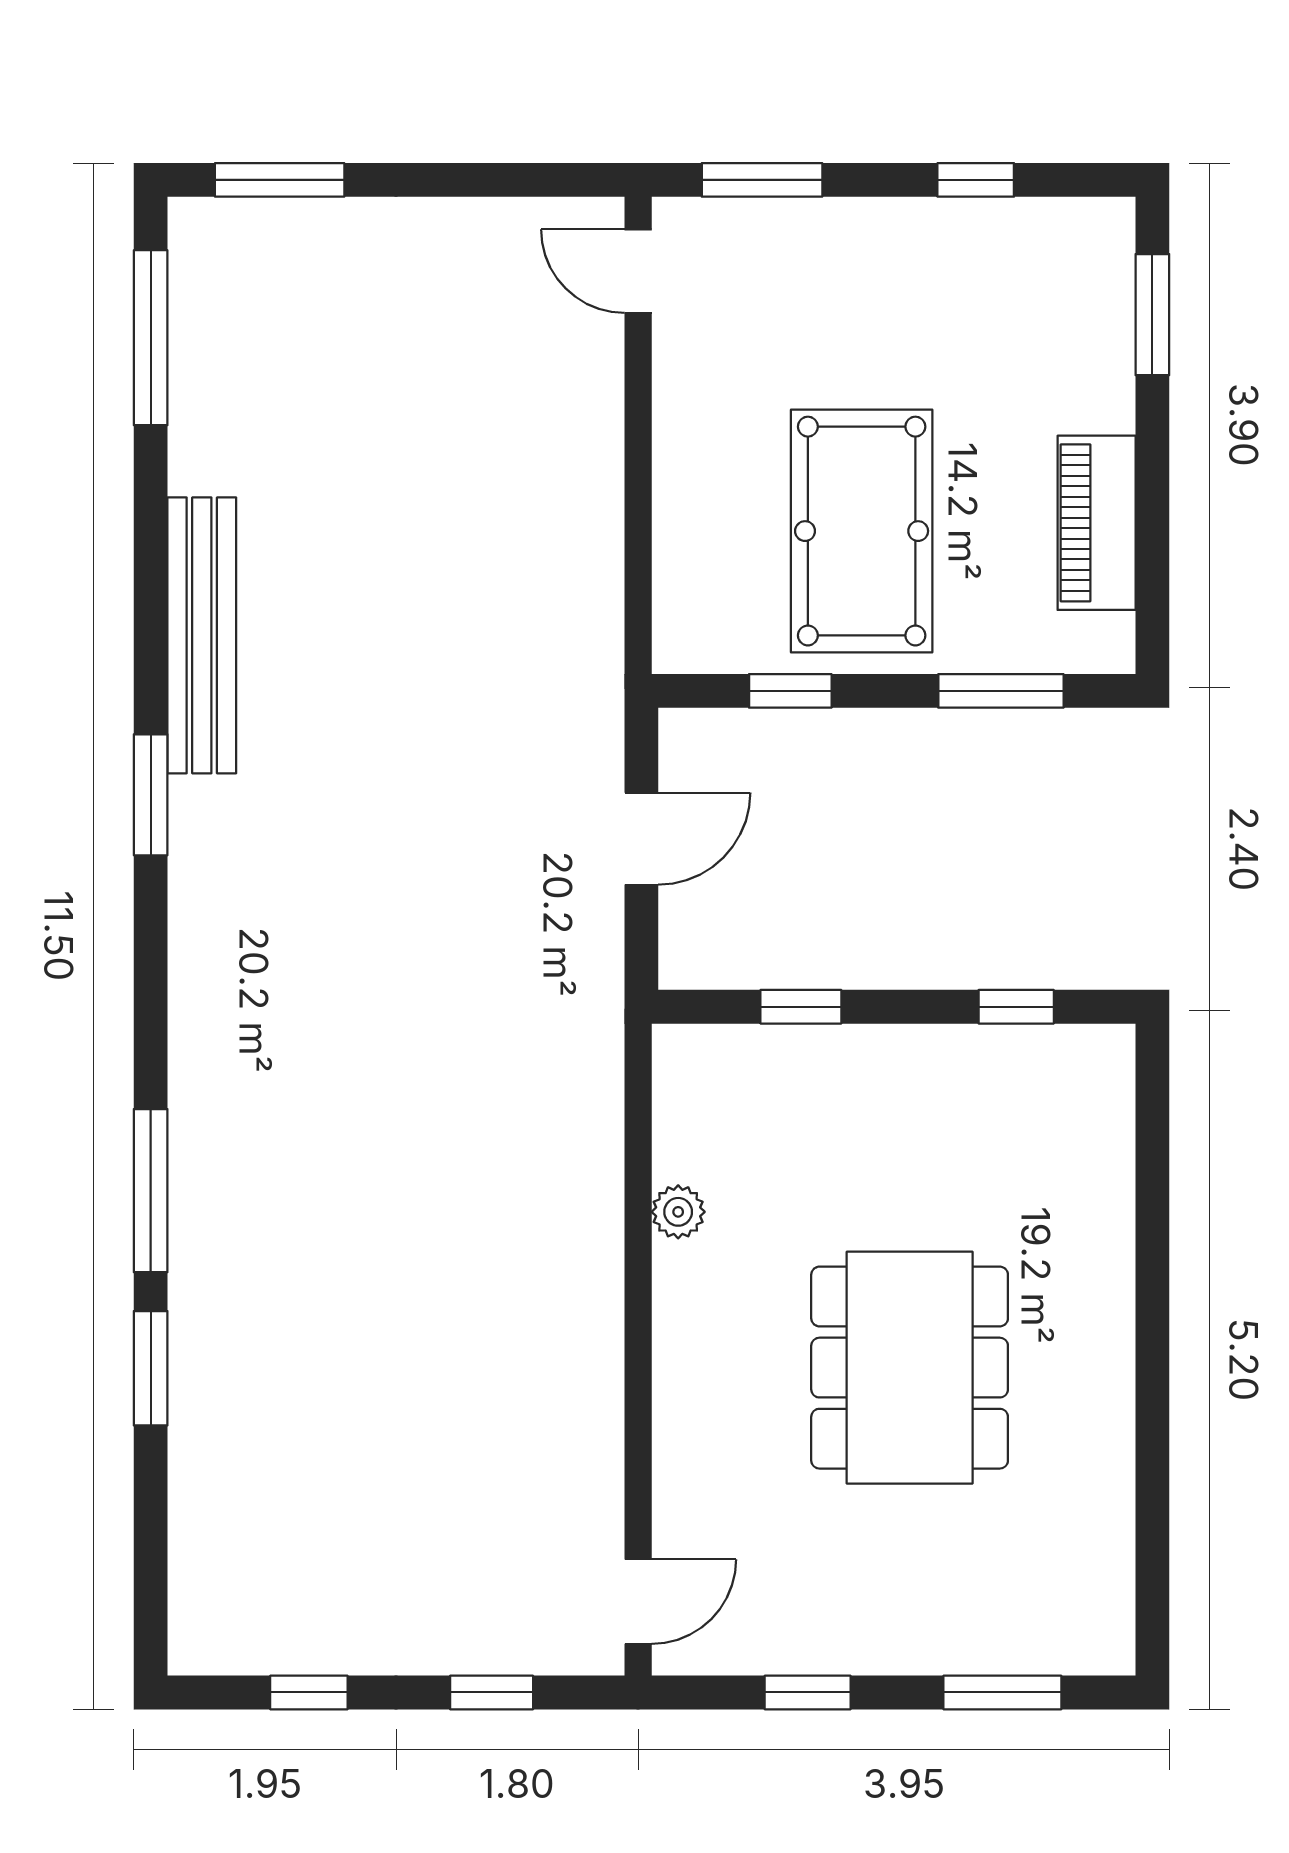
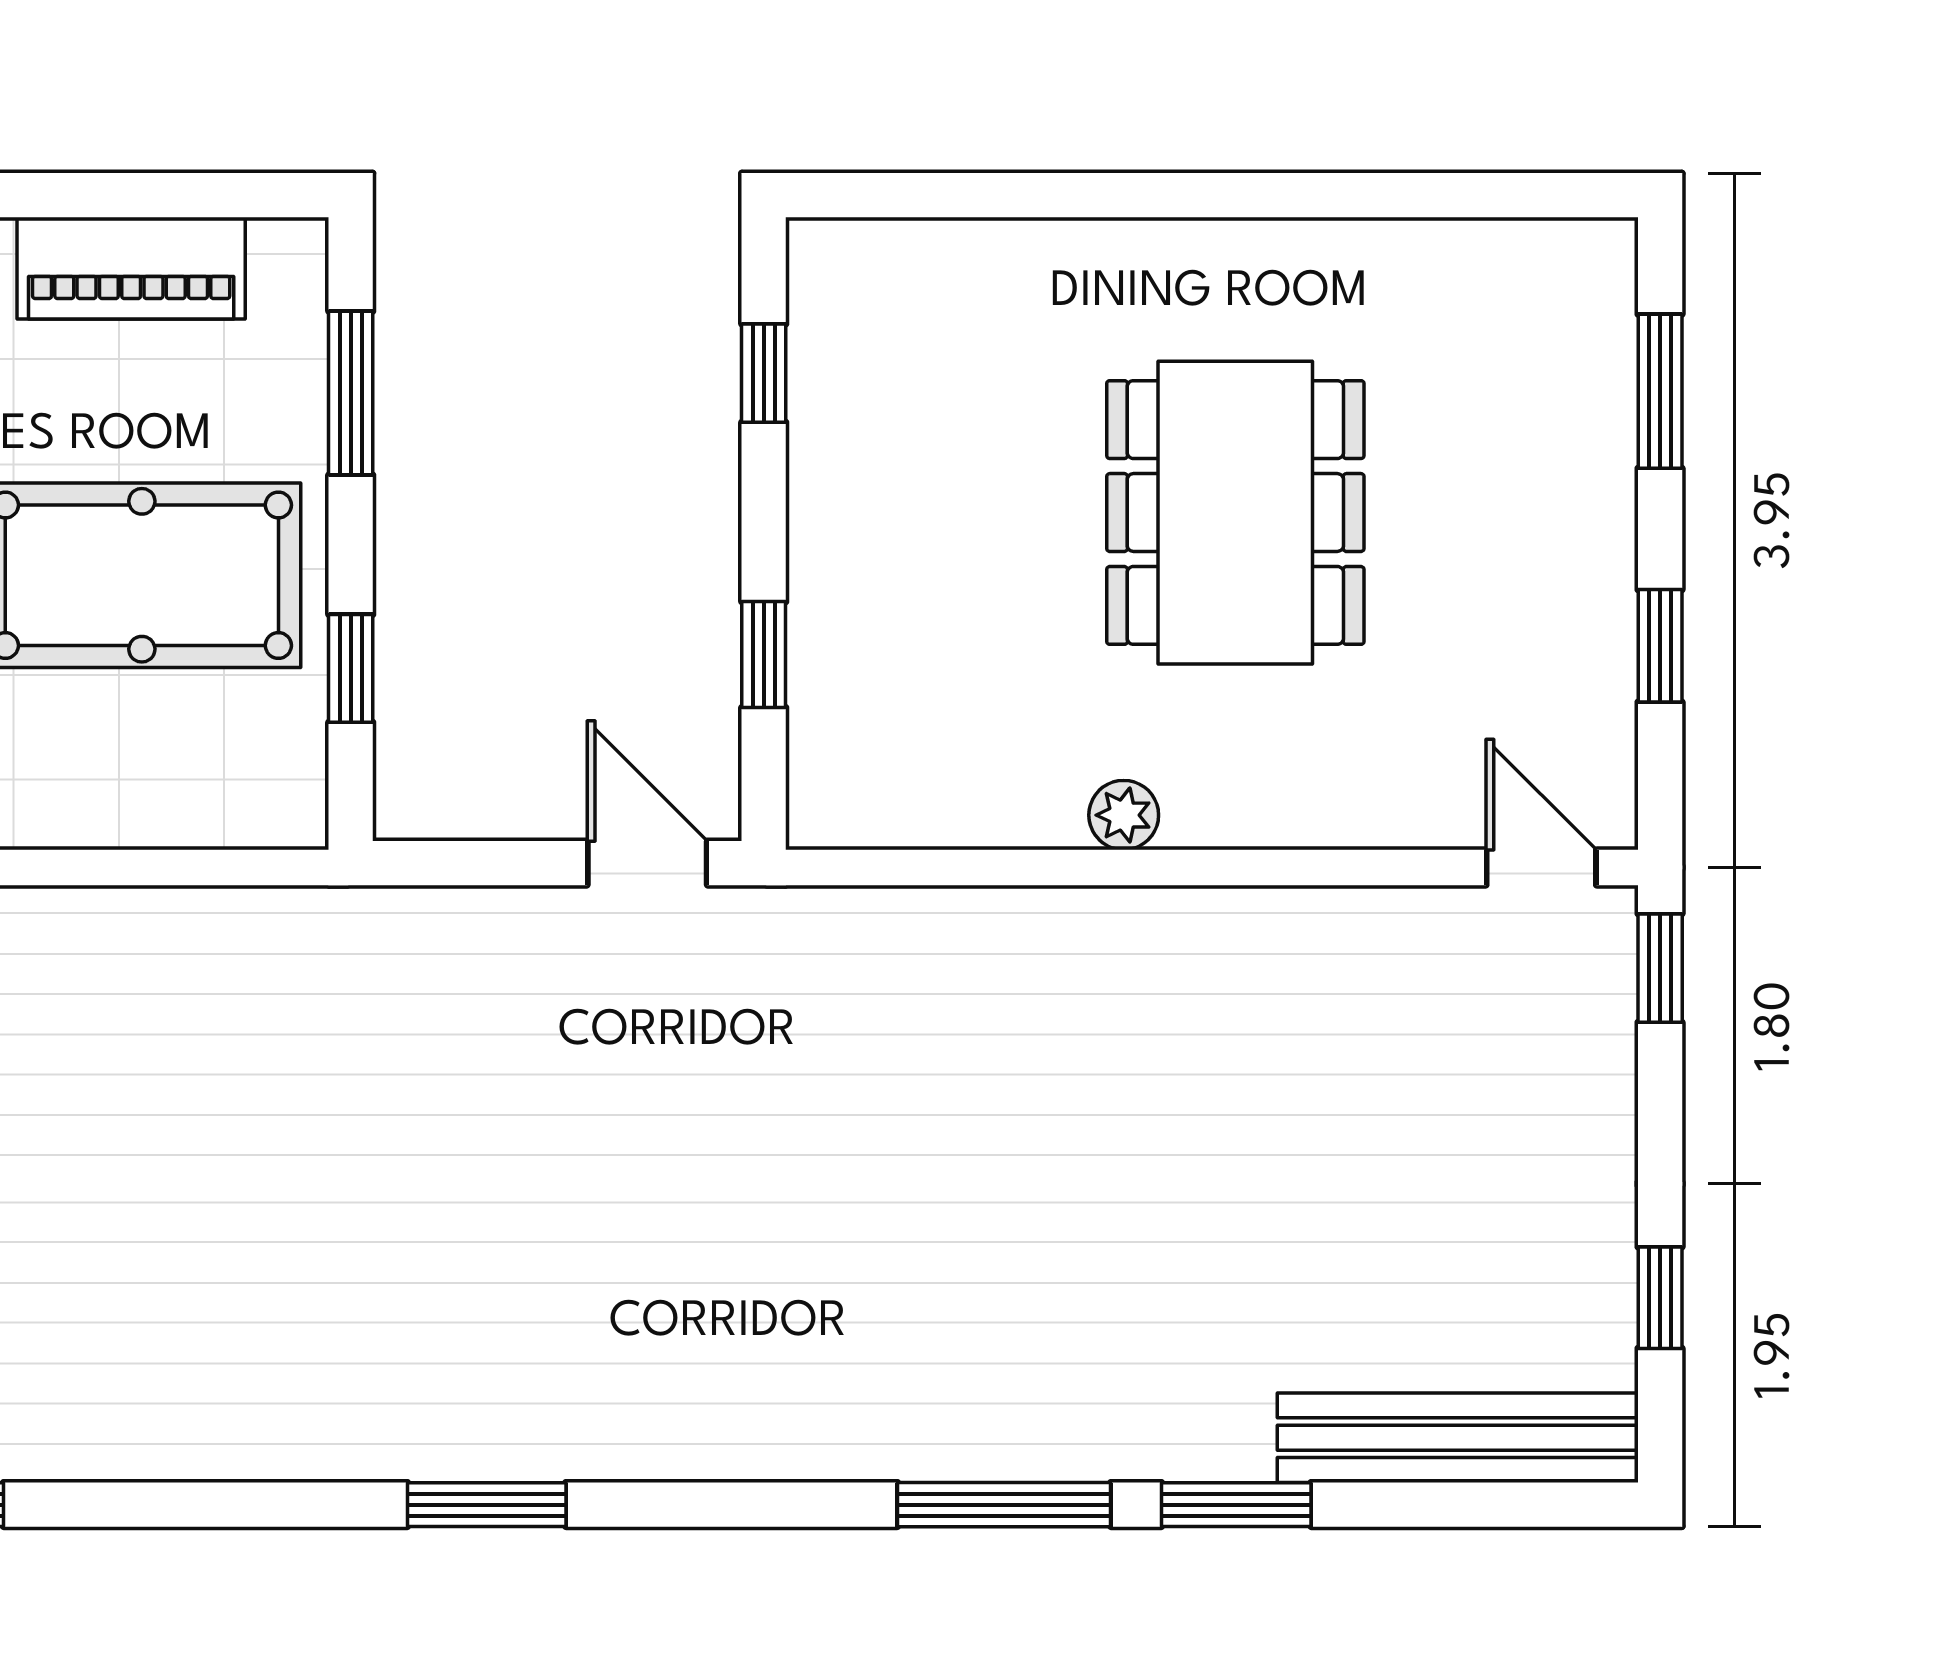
bench: (202, 635) -> (1458, 1438), moved
door: (641, 839) -> (647, 863), moved
plant: (678, 1212) -> (1124, 815), moved
dining table: (910, 1368) -> (1235, 513), turned 90
window: (492, 1692) -> (1660, 968), moved

